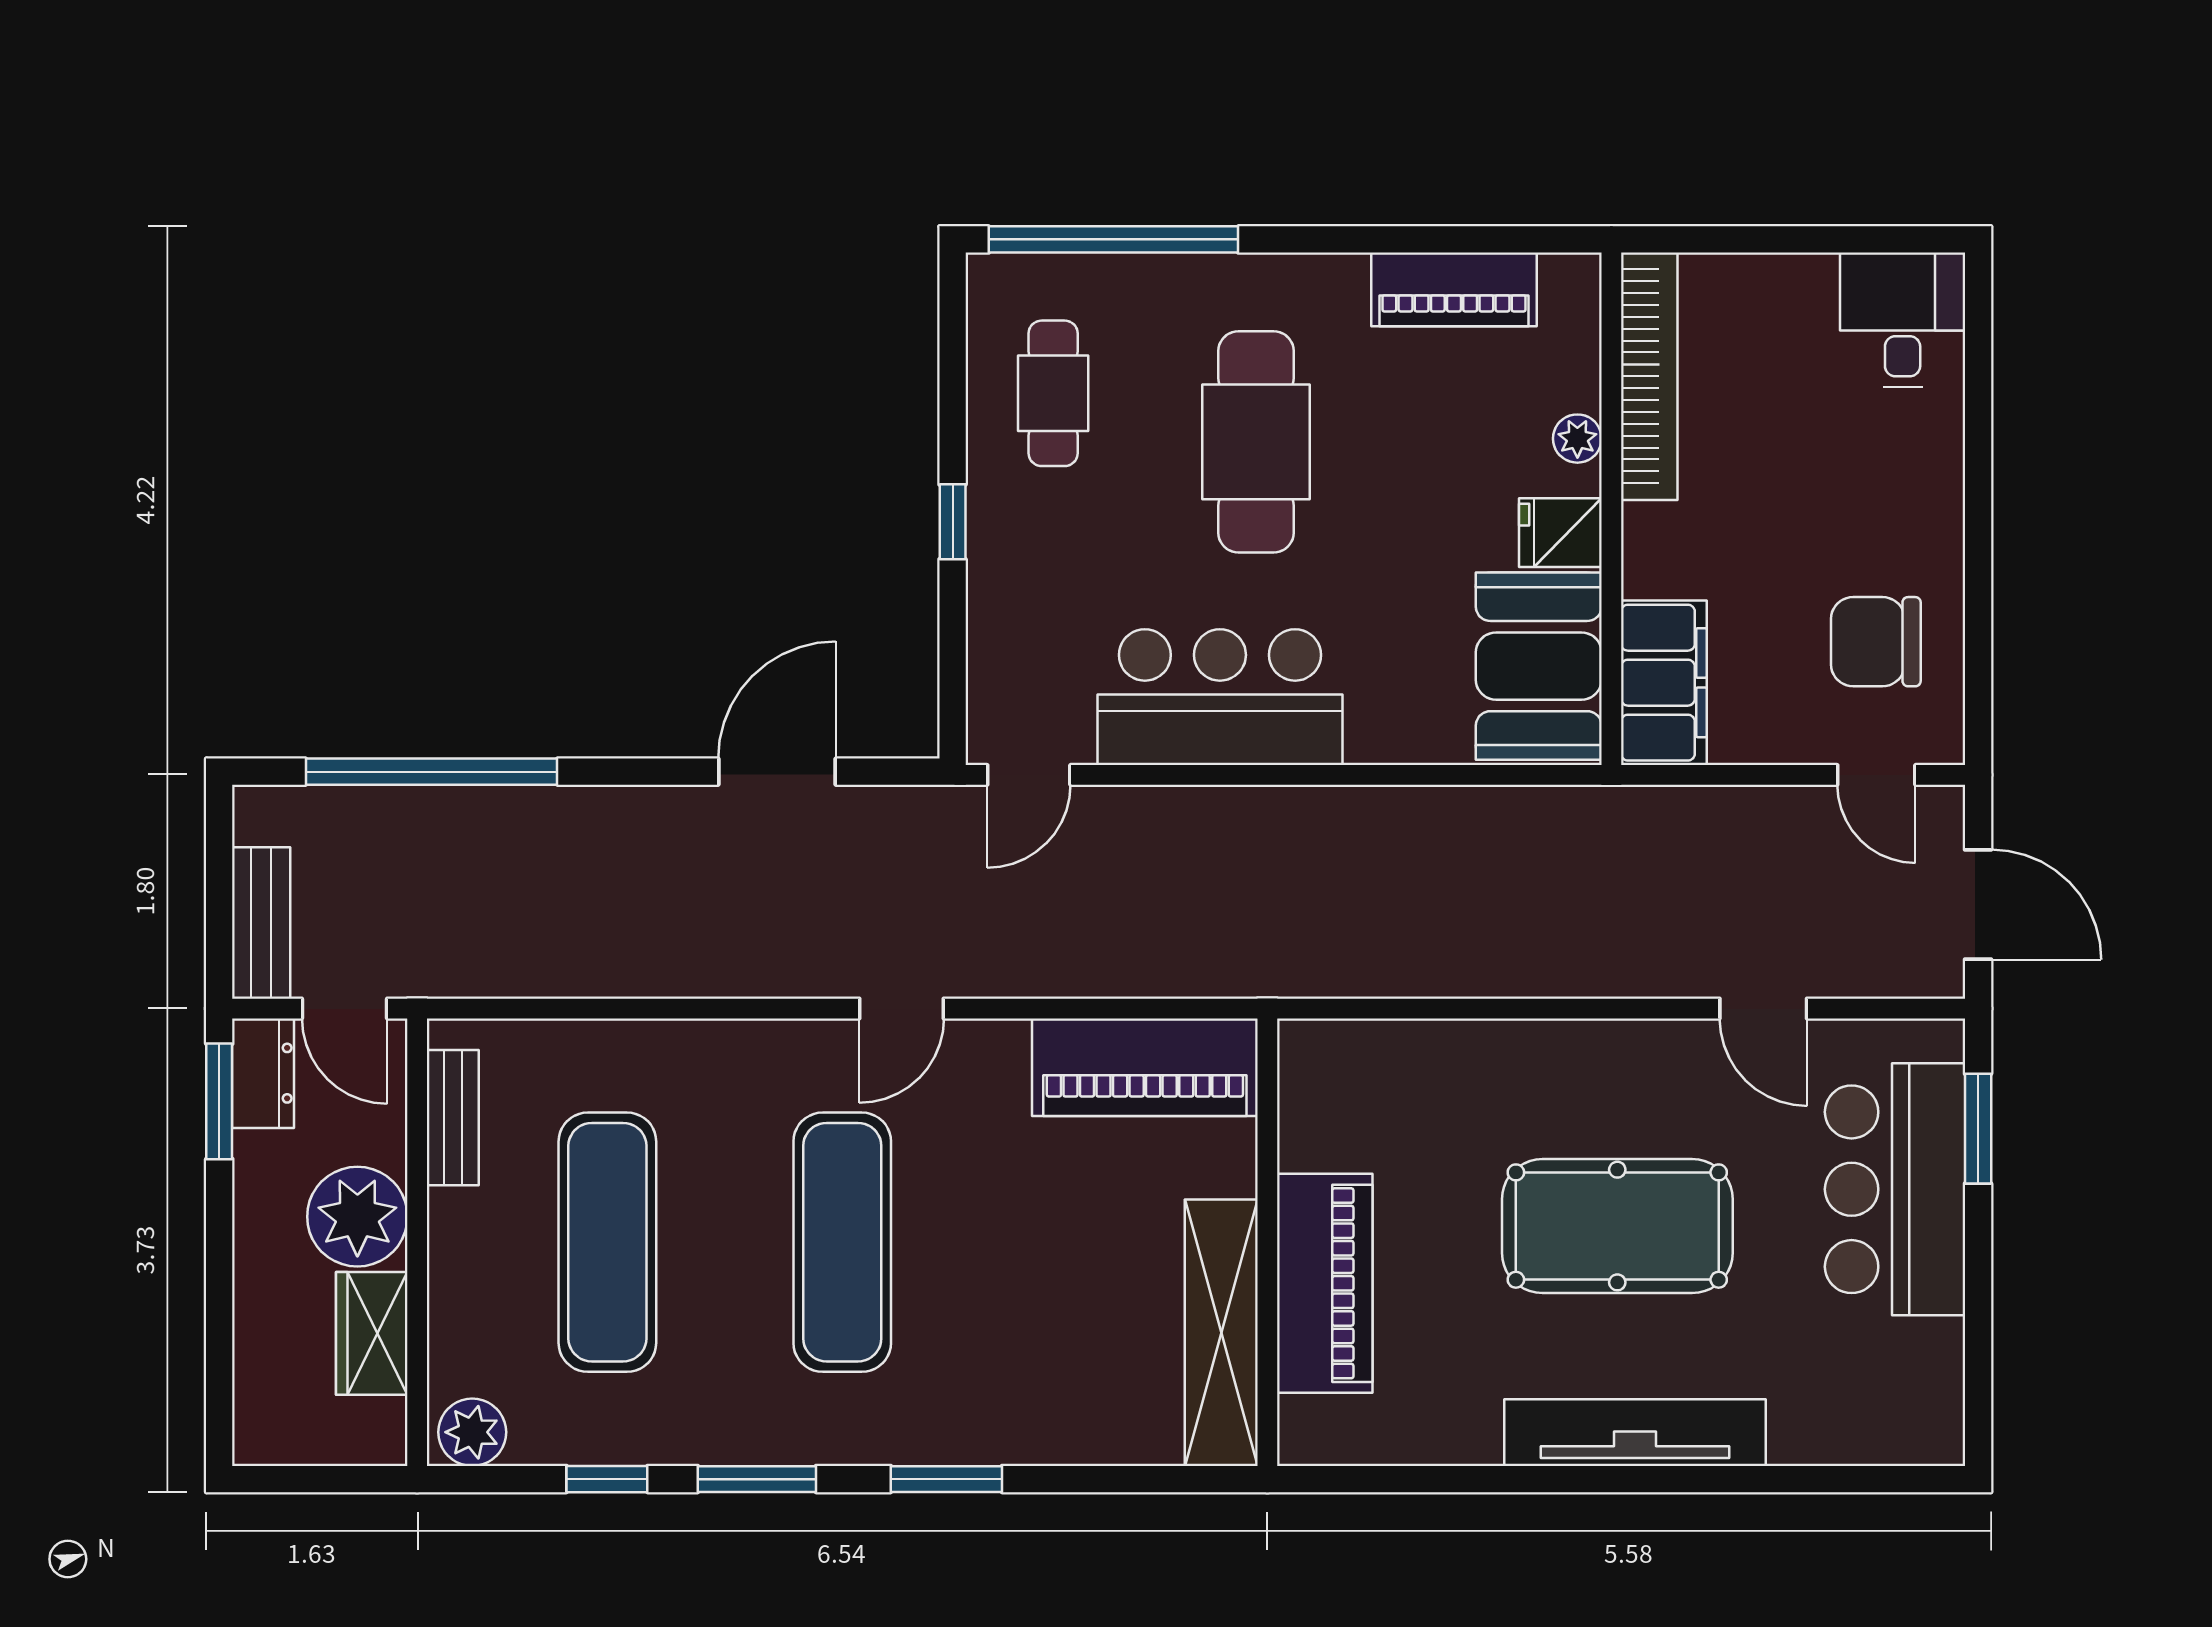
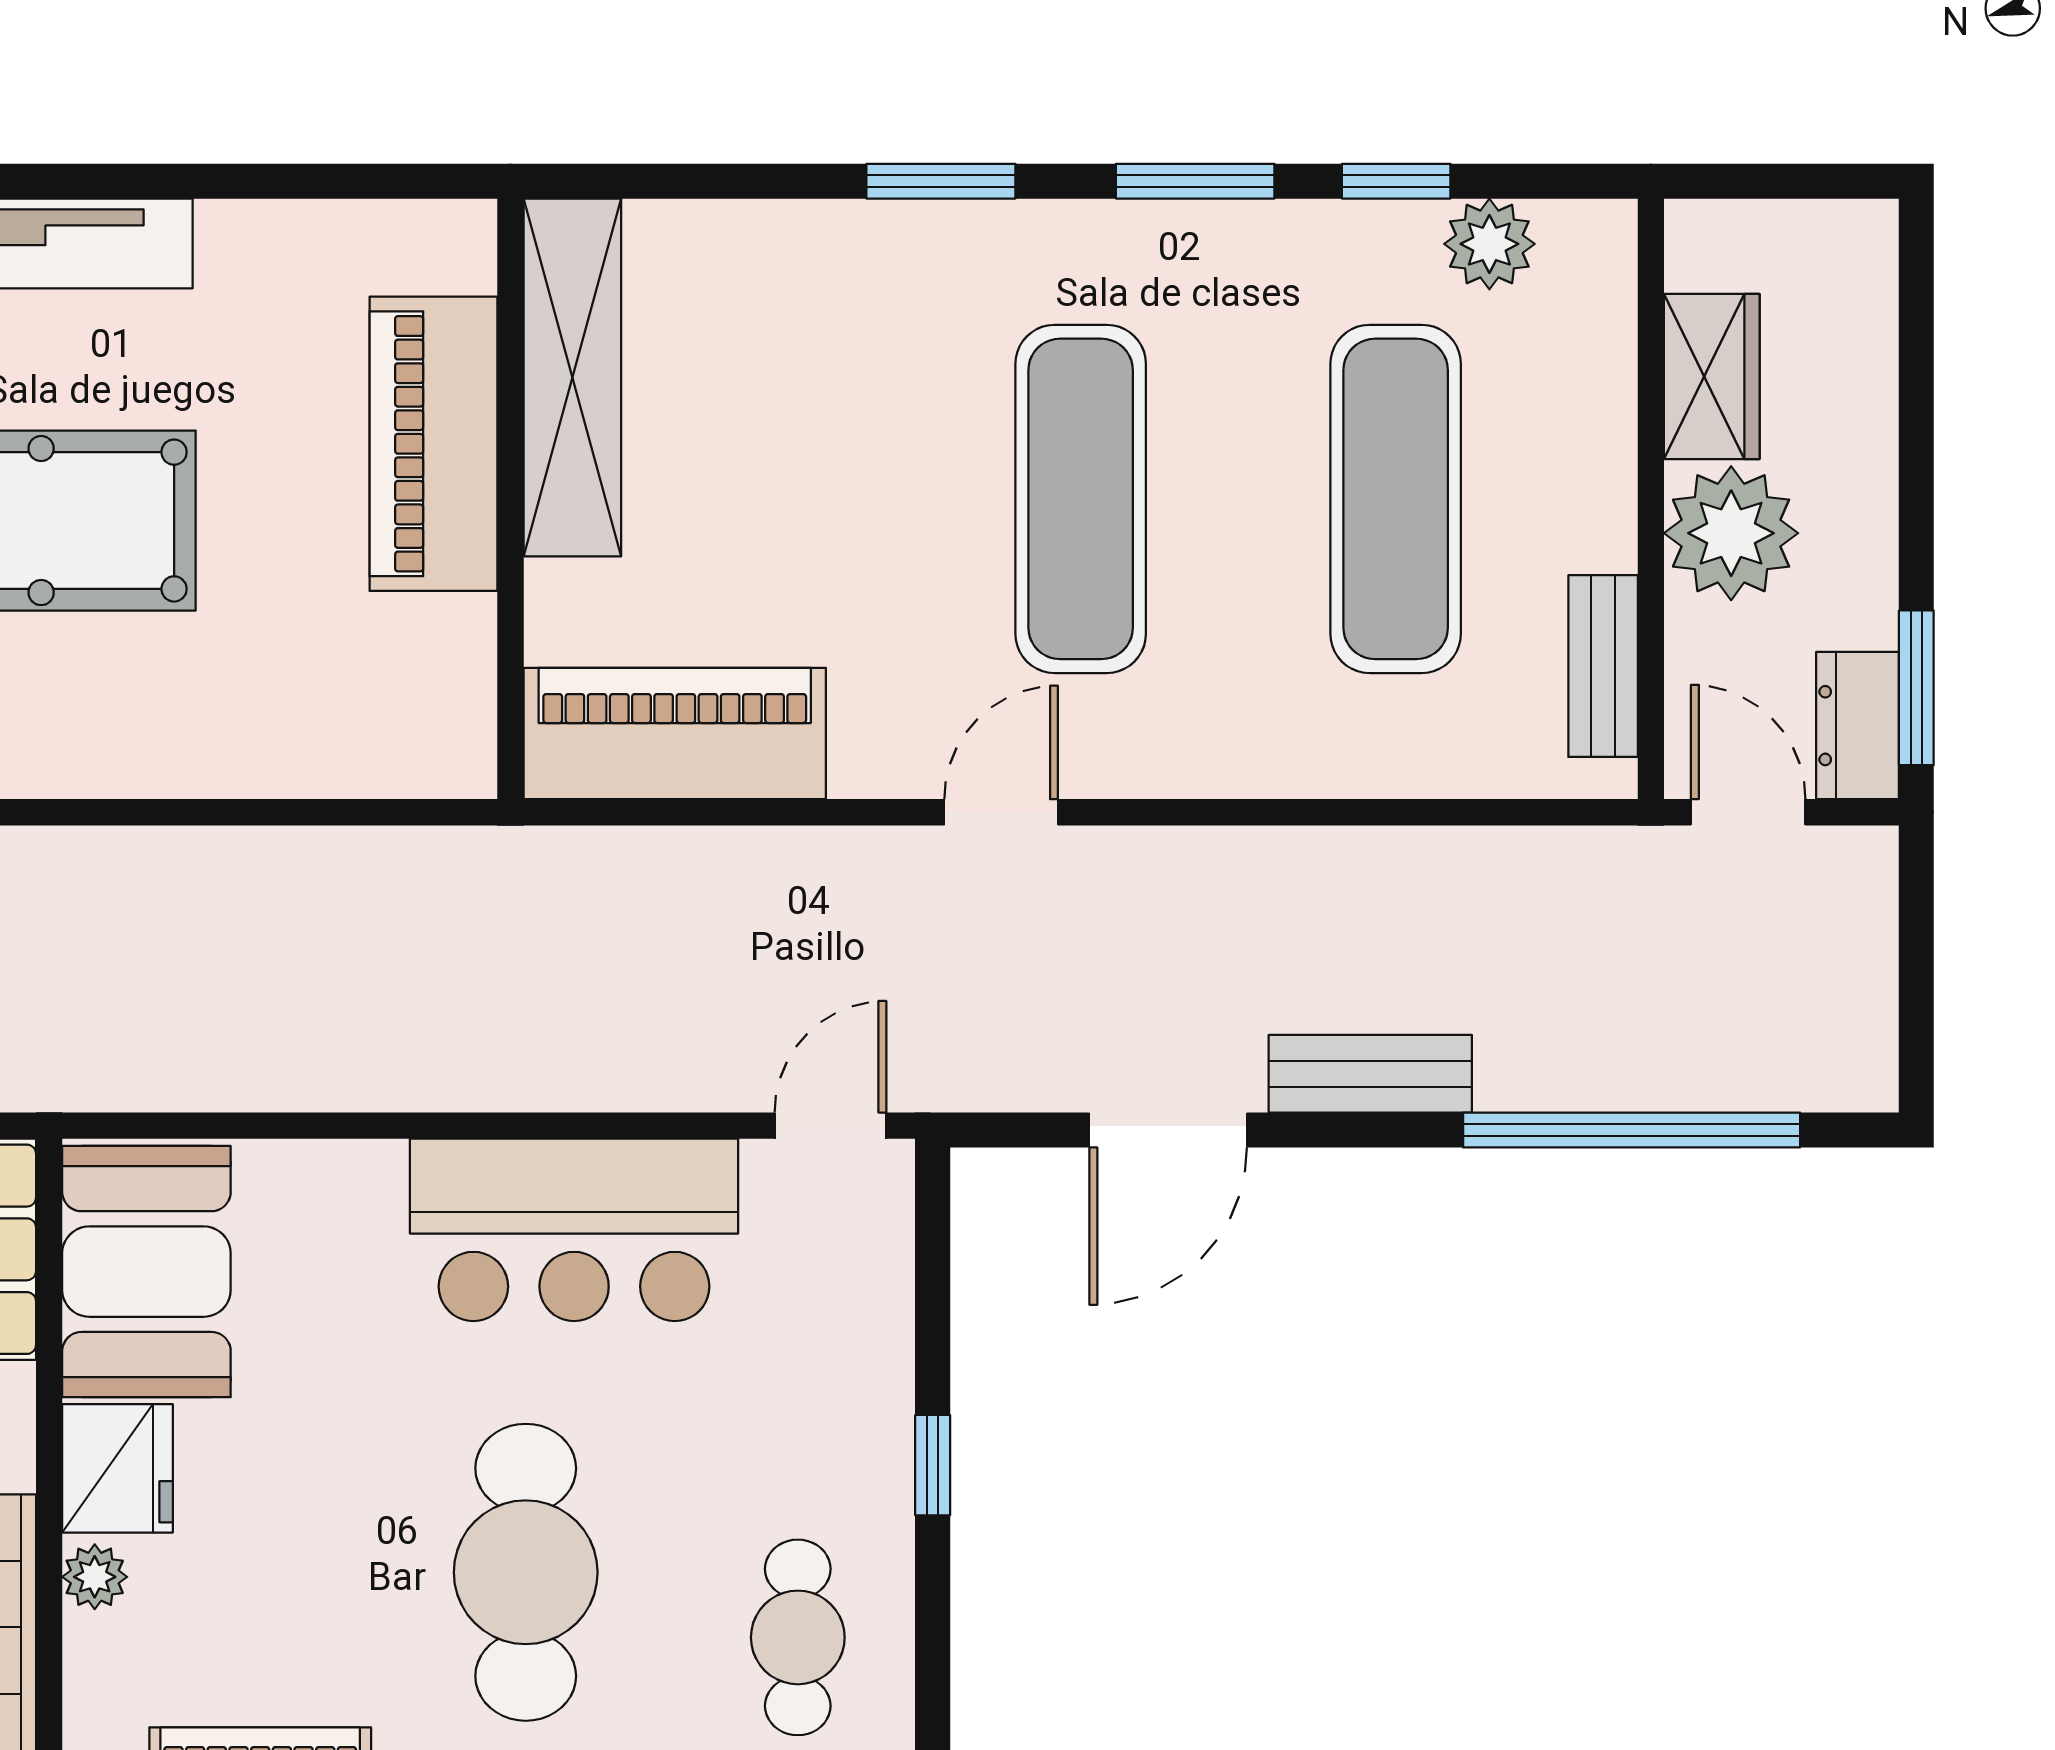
fridge: (1560, 533) -> (117, 1468), width x1.38
bench: (261, 923) -> (1370, 1074), moved, turned 90
plant: (472, 1432) -> (1489, 244), moved

